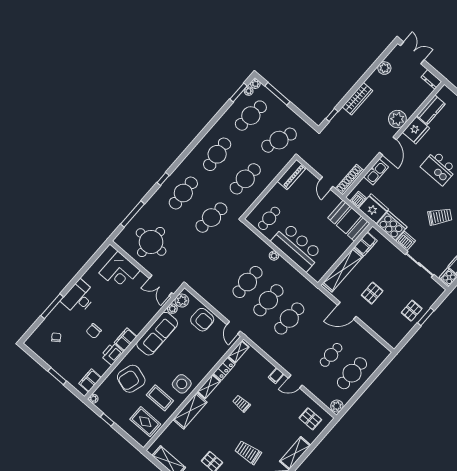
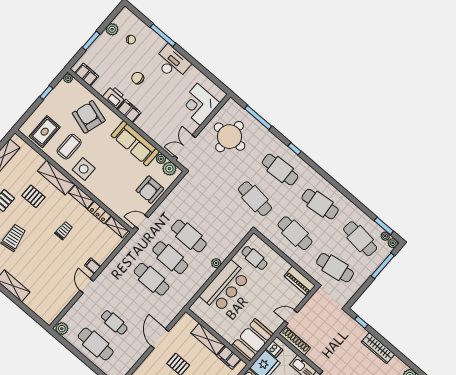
cafe table: (279, 140) -> (335, 268), turned -30
shelving: (343, 270) -> (208, 339), width x0.68
plant: (46, 356) -> (112, 29), added
pallet: (310, 419) -> (33, 196), moved, turned 90

